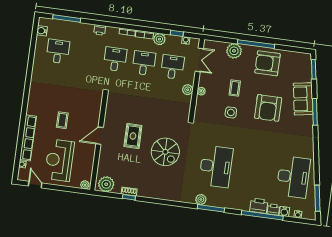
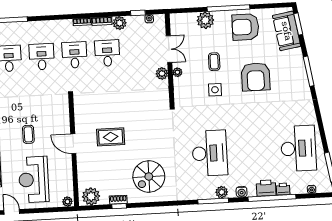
printer: (100, 30) -> (51, 26), removed
double door: (199, 60) -> (169, 49), moved
desk: (172, 67) -> (42, 57), moved
sofa: (303, 99) -> (287, 31), moved
door: (100, 136) -> (73, 144), hinge flipped
rug: (133, 136) -> (111, 137), turned 90
spiral stairs: (165, 152) -> (149, 176), moved, turned 90
plant: (201, 199) -> (222, 192), moved
water cooler: (284, 211) -> (242, 192), moved

